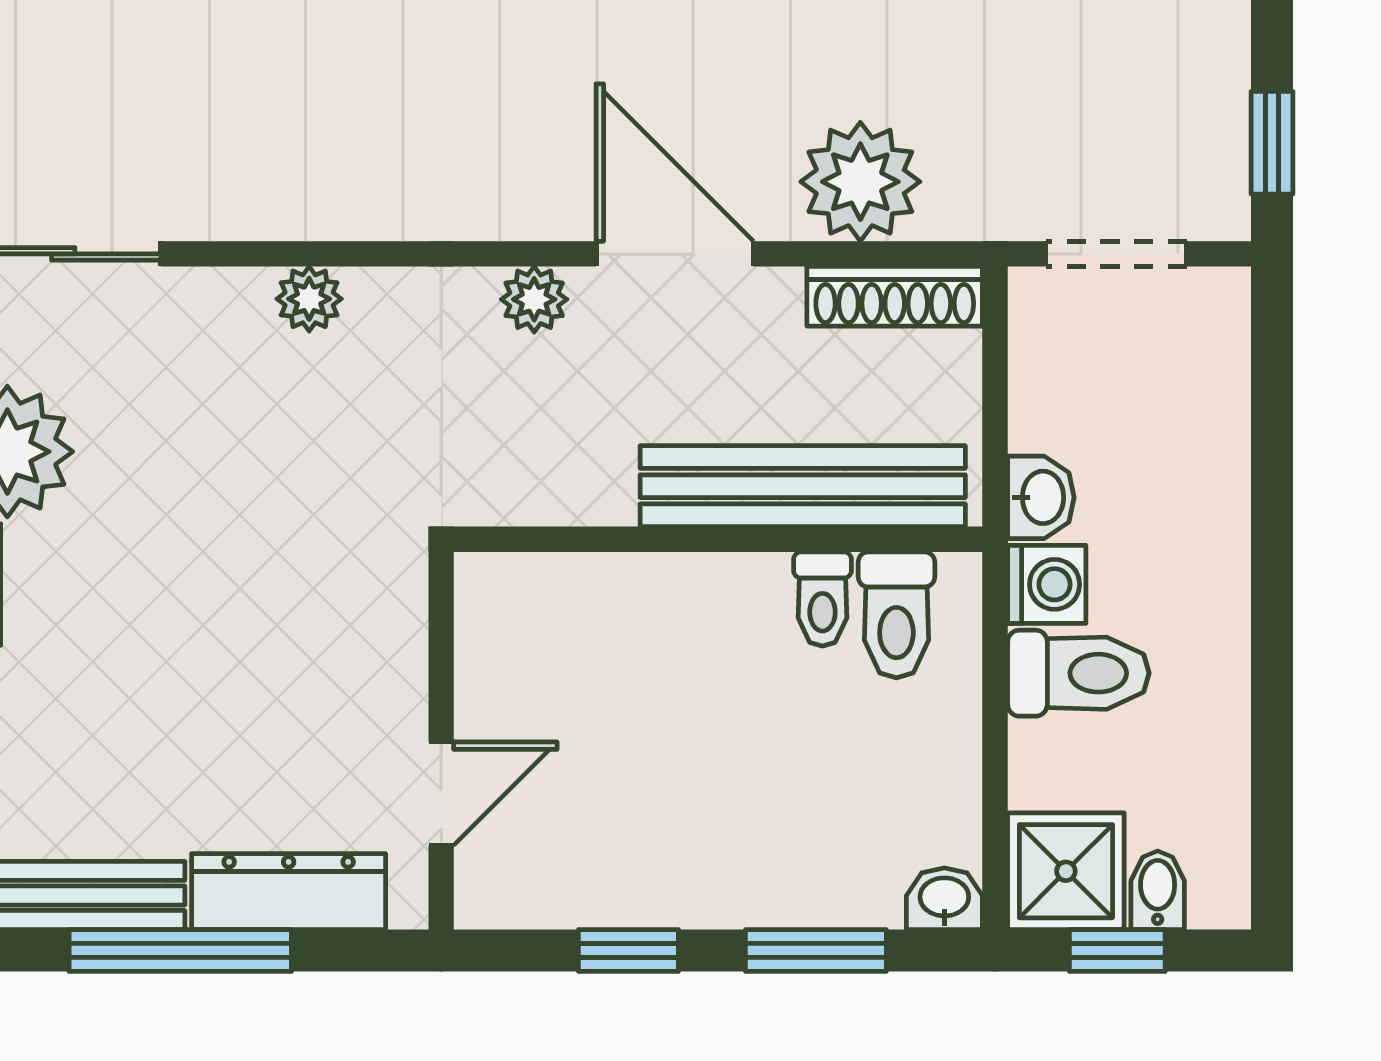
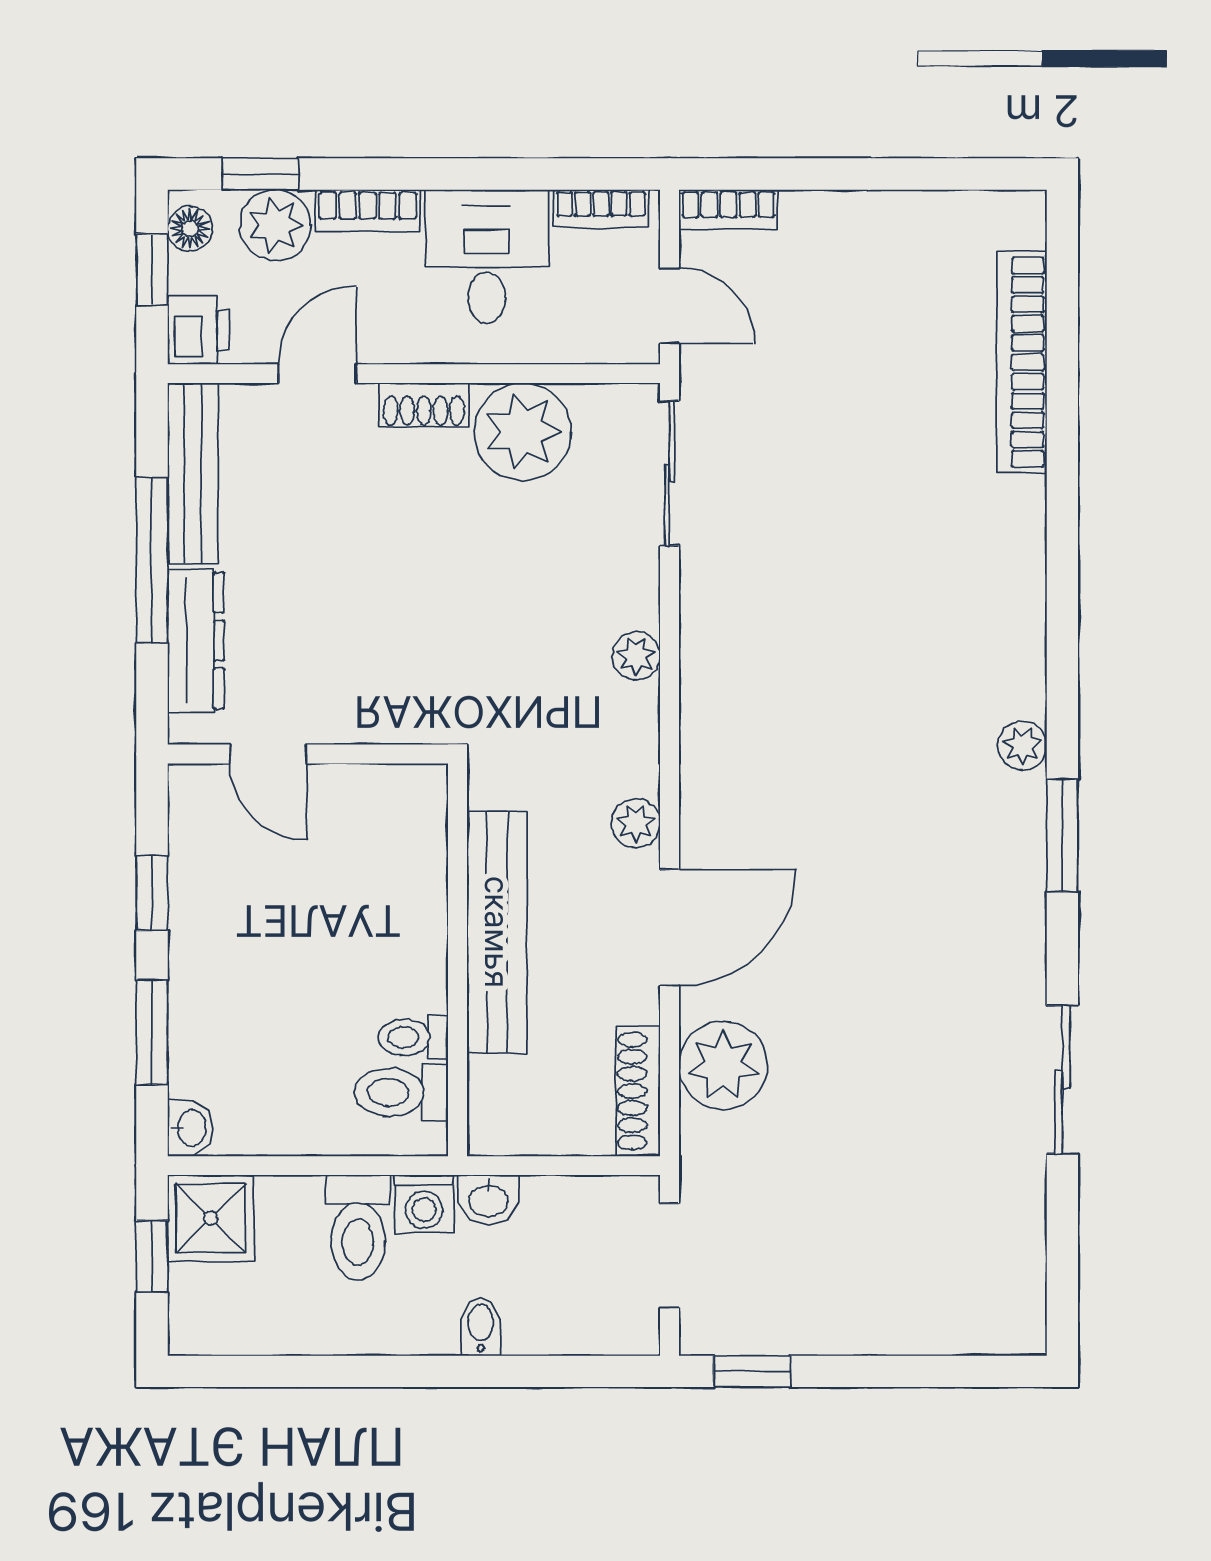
bench: (803, 486) -> (497, 932), moved
bidet: (1158, 890) -> (481, 1327), moved, turned -90

